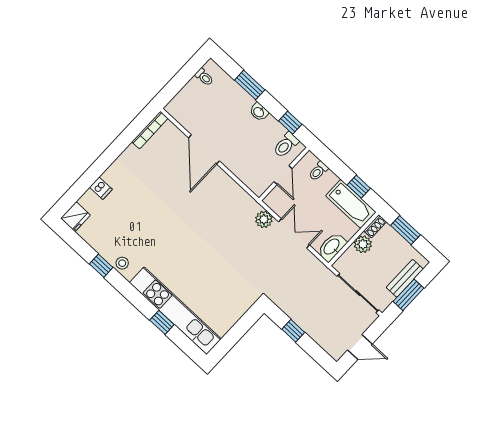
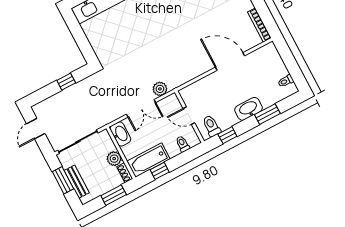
washbasin: (259, 112) -> (249, 109), width x1.91, depth x1.45

